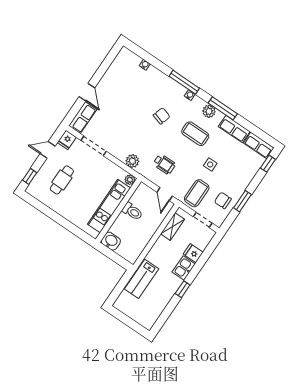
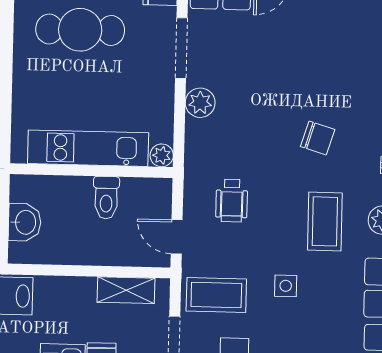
plant: (132, 161) -> (200, 103), moved
cafe table: (62, 180) -> (80, 30), width x1.37, depth x1.35
door: (165, 194) -> (177, 237), hinge flipped
washbasin: (111, 241) -> (25, 222), moved

